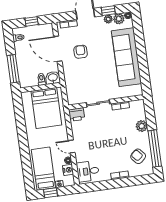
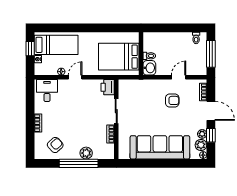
window: (32, 21) -> (211, 54), width x2.17
door: (58, 49) -> (179, 77), width x0.53
window: (13, 69) -> (164, 28), removed
window: (155, 148) -> (79, 163), moved
nightstand: (68, 170) -> (51, 70), removed

